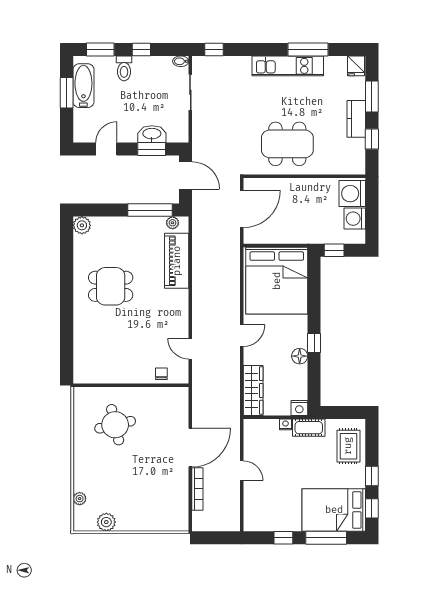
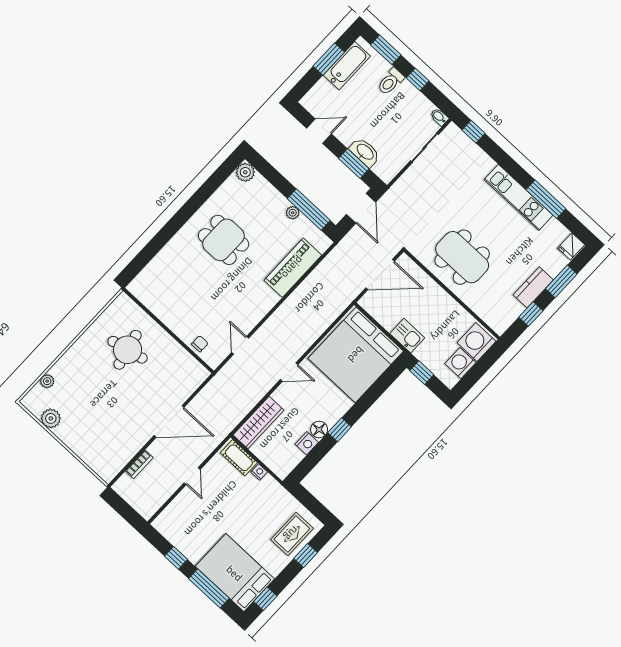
plant: (173, 223) -> (293, 213), moved
kitchen sink: (300, 234) -> (407, 336), added
nightstand: (299, 408) -> (307, 443), moved, turned -90
cot: (309, 428) -> (239, 458), moved
window: (372, 476) -> (306, 555), moved
bookcase: (197, 489) -> (139, 464), width x0.64

